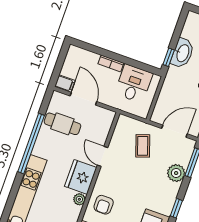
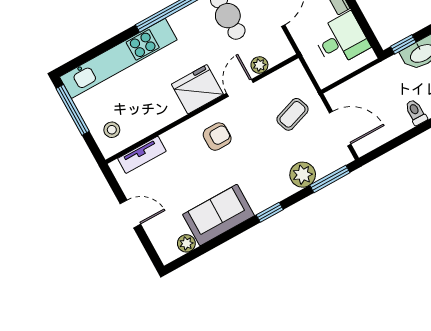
plant: (79, 199) -> (259, 65), moved
armchair: (104, 205) -> (217, 137), moved, turned 180

